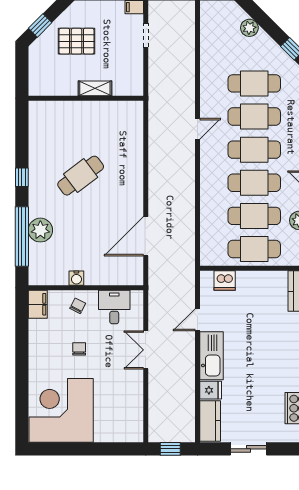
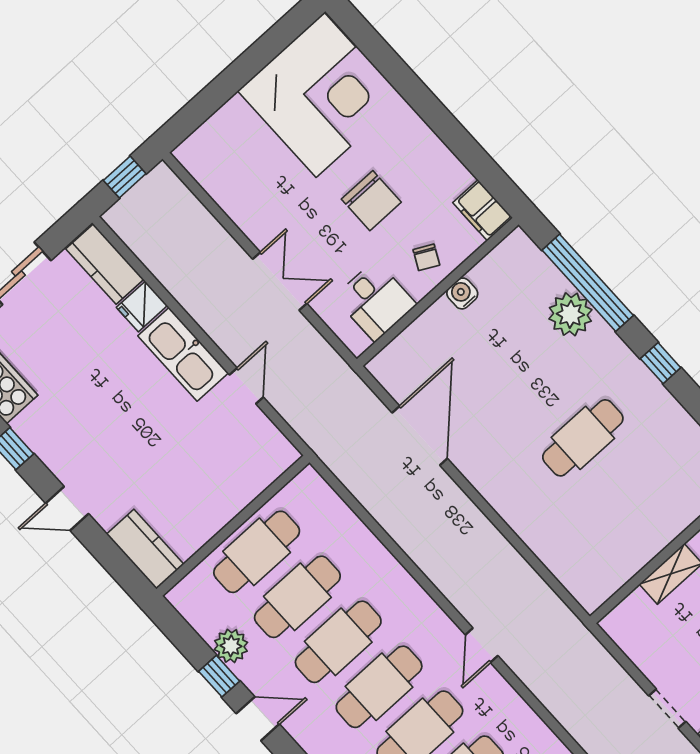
cafe table: (81, 176) -> (583, 438), turned 37
dishwasher: (225, 281) -> (258, 472), removed
chair: (79, 349) -> (371, 201), width x1.87, depth x1.87

